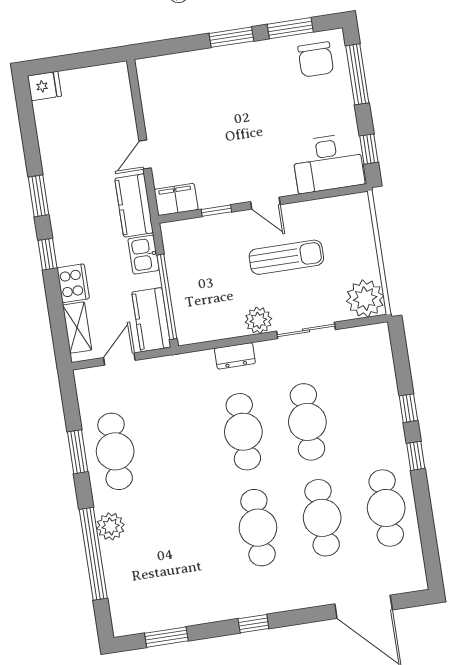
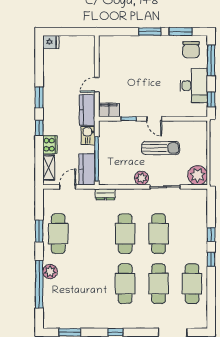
desk: (328, 163) -> (194, 86), moved, turned -90
dresser: (235, 356) -> (105, 194), moved

